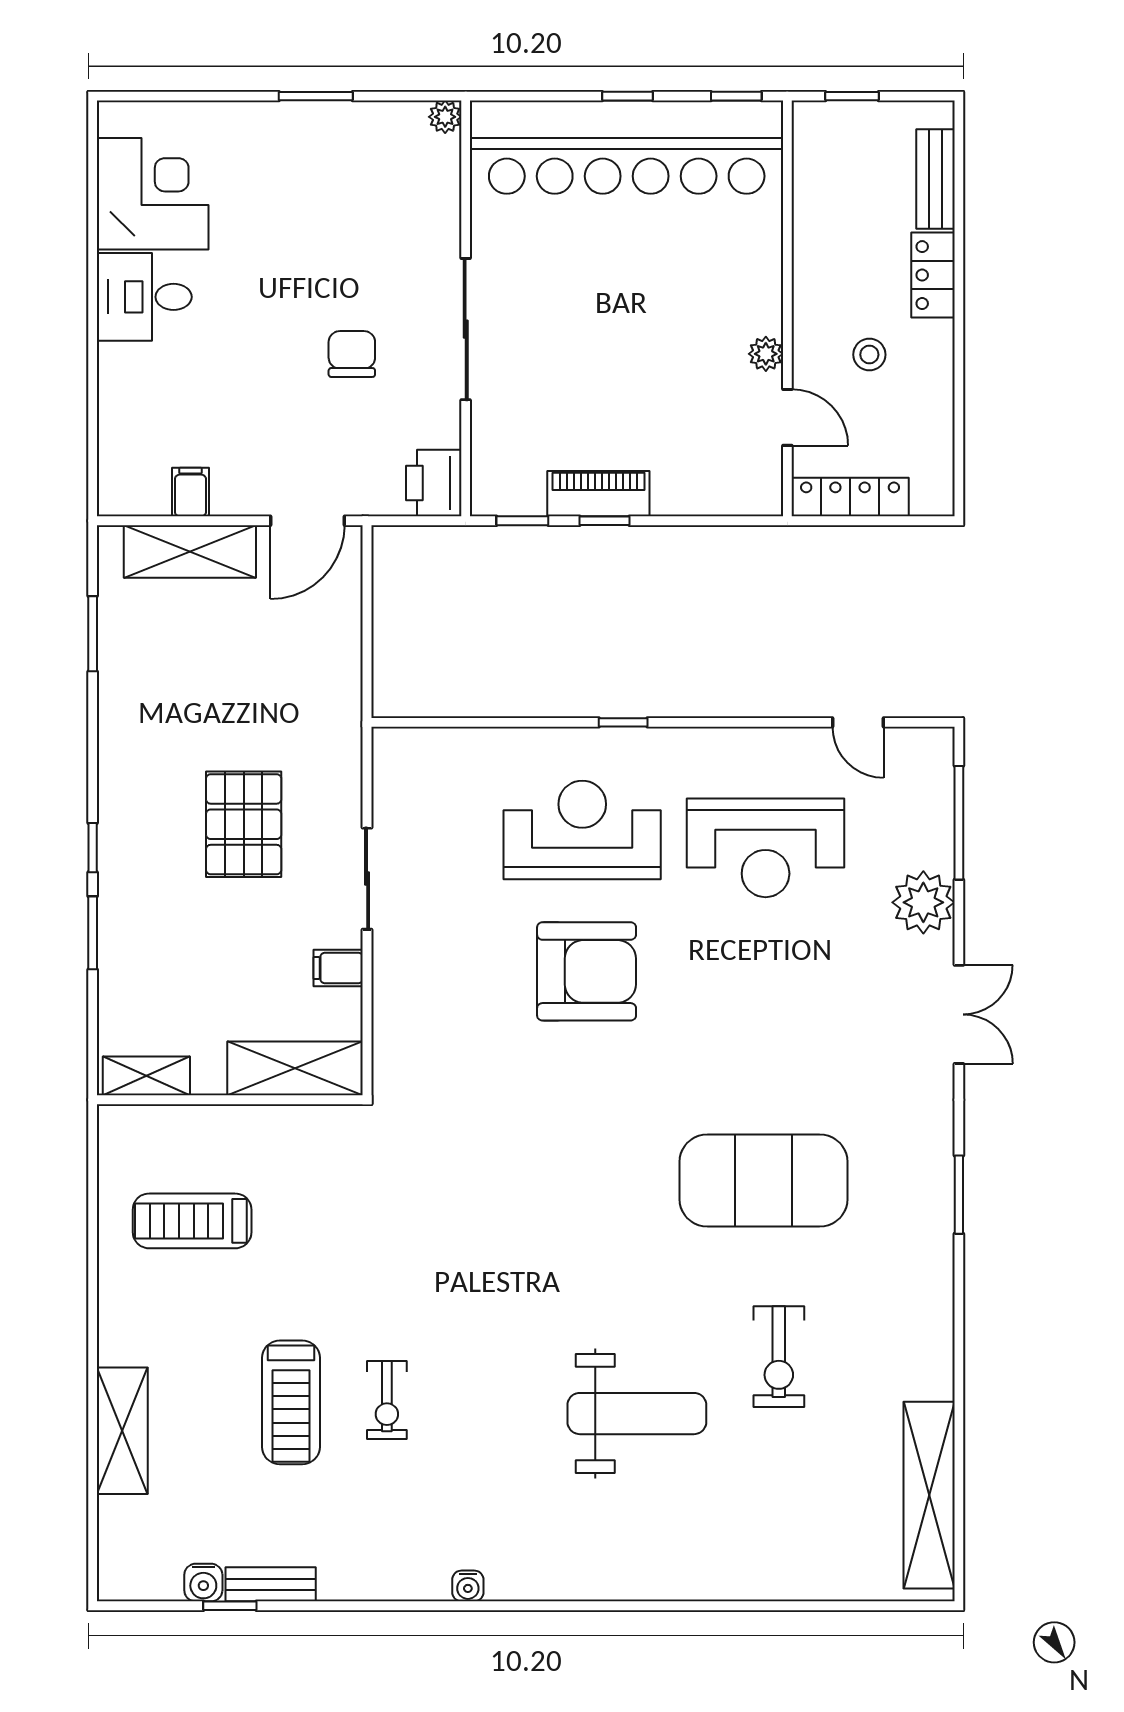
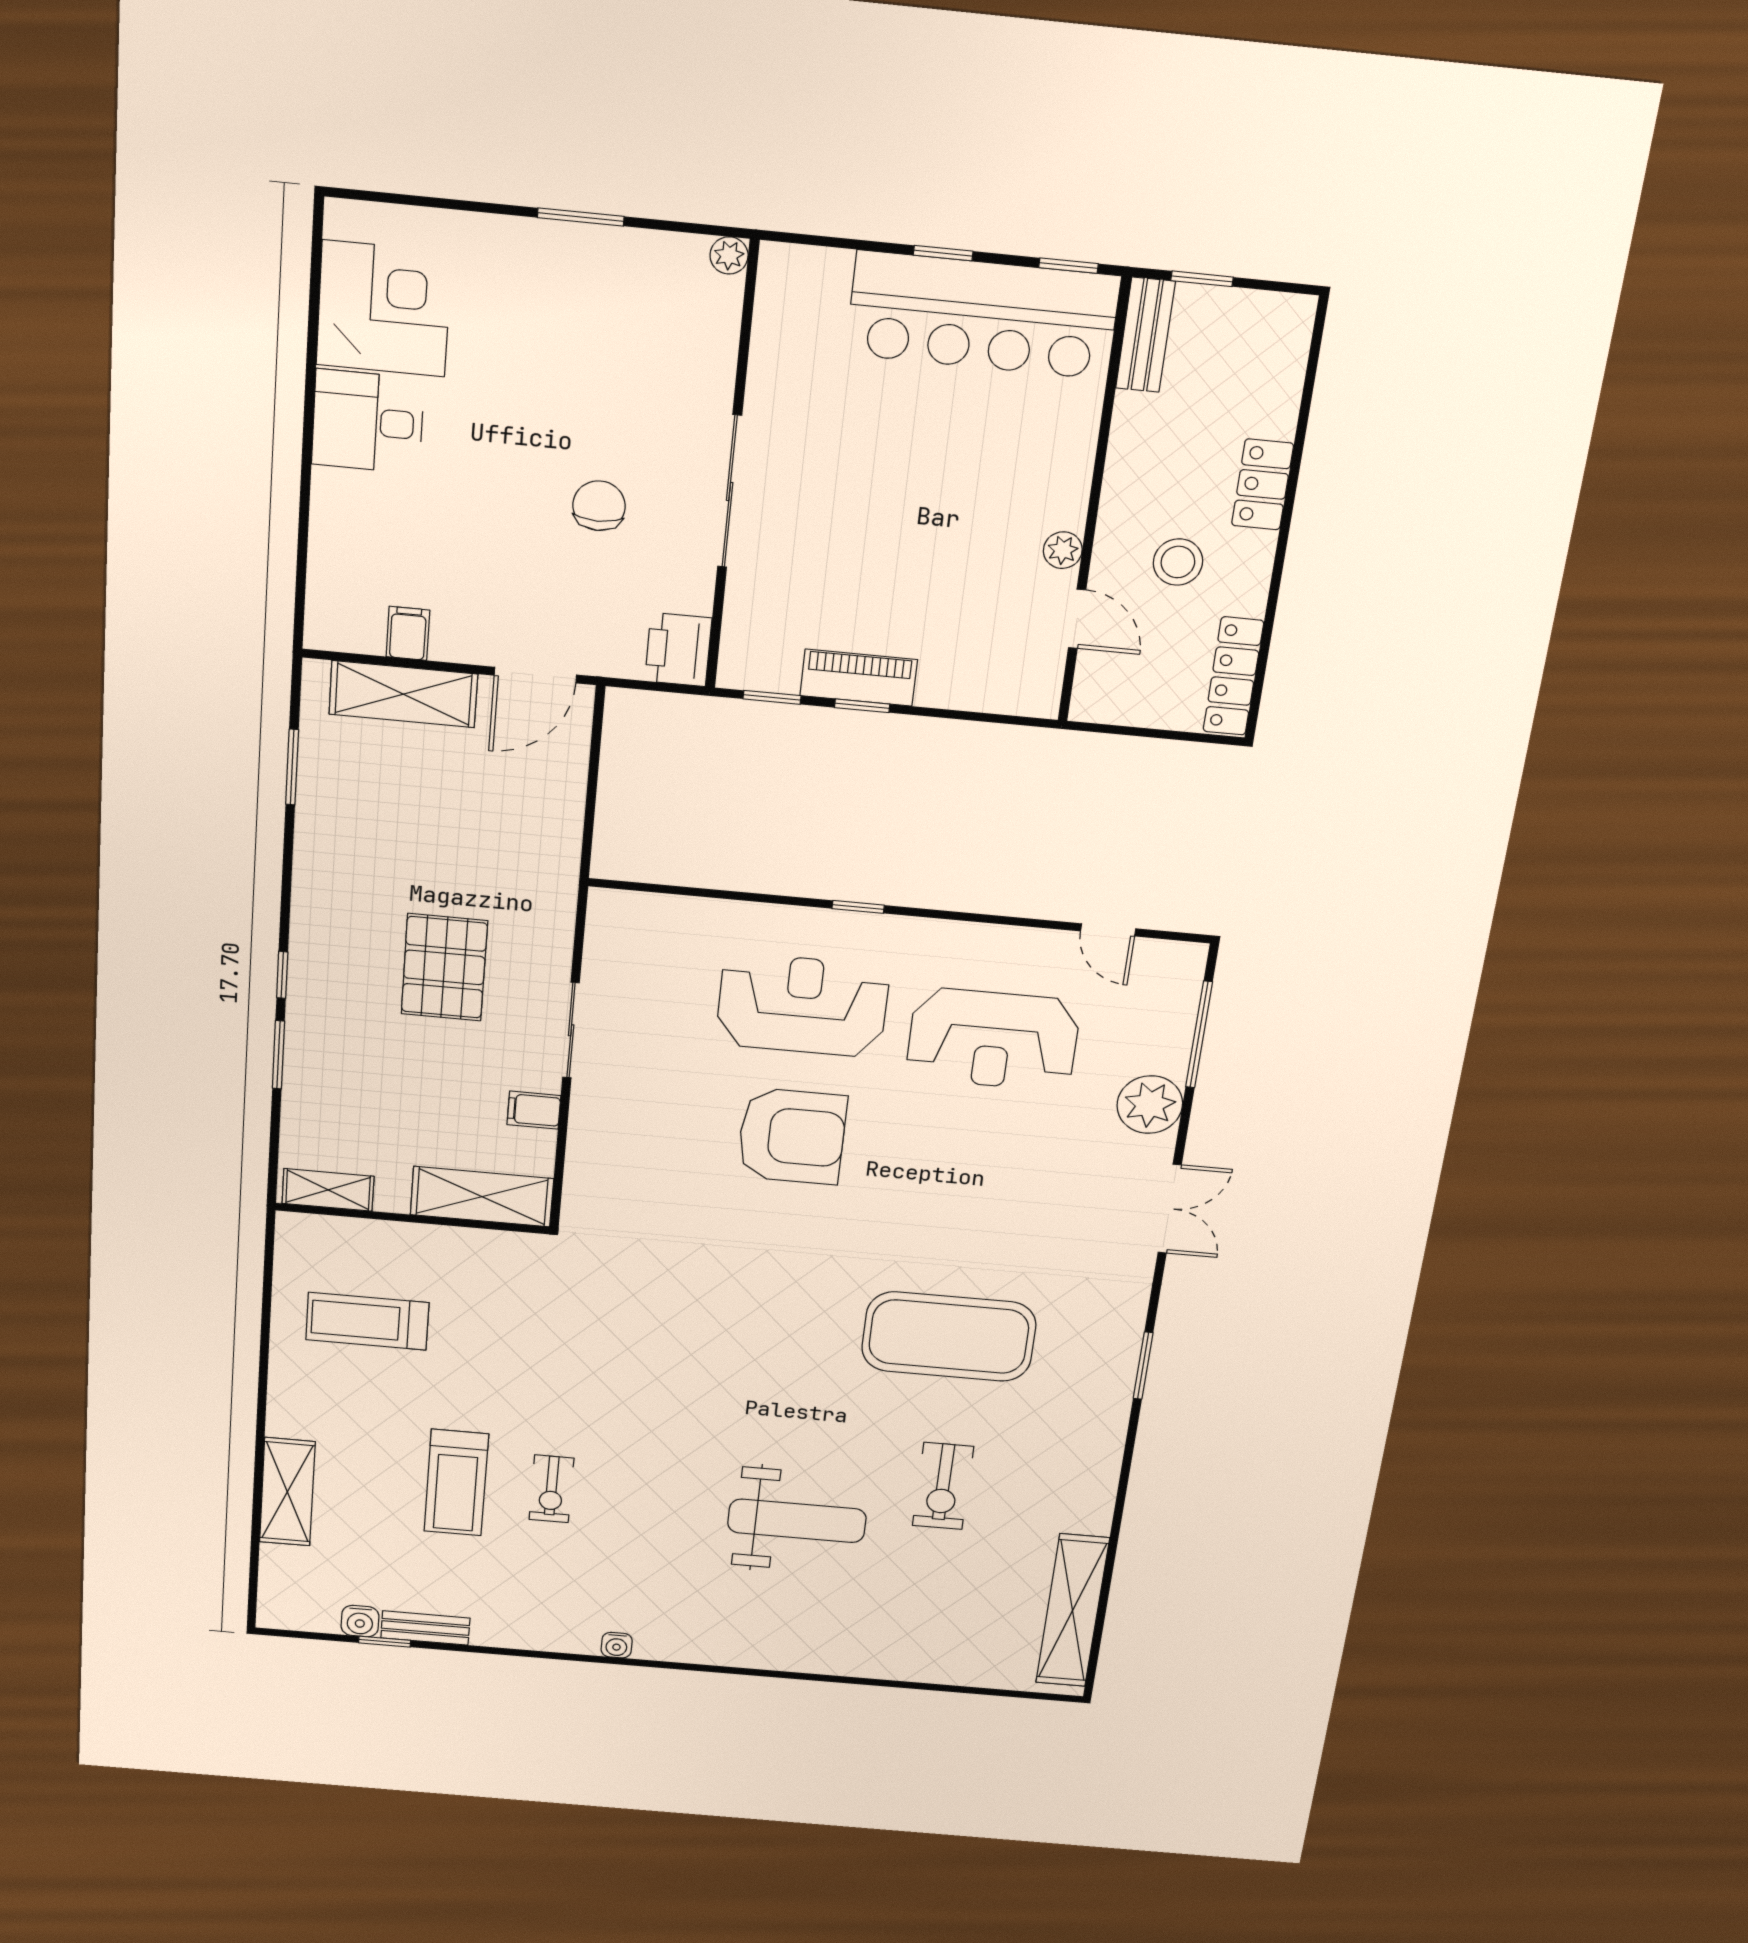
bar counter: (627, 147) -> (983, 315), width x0.73
bench: (936, 179) -> (1145, 335), moved
stool: (869, 355) -> (1178, 562), width x1.37, depth x1.37
locker: (850, 497) -> (1233, 676), moved, turned -90

